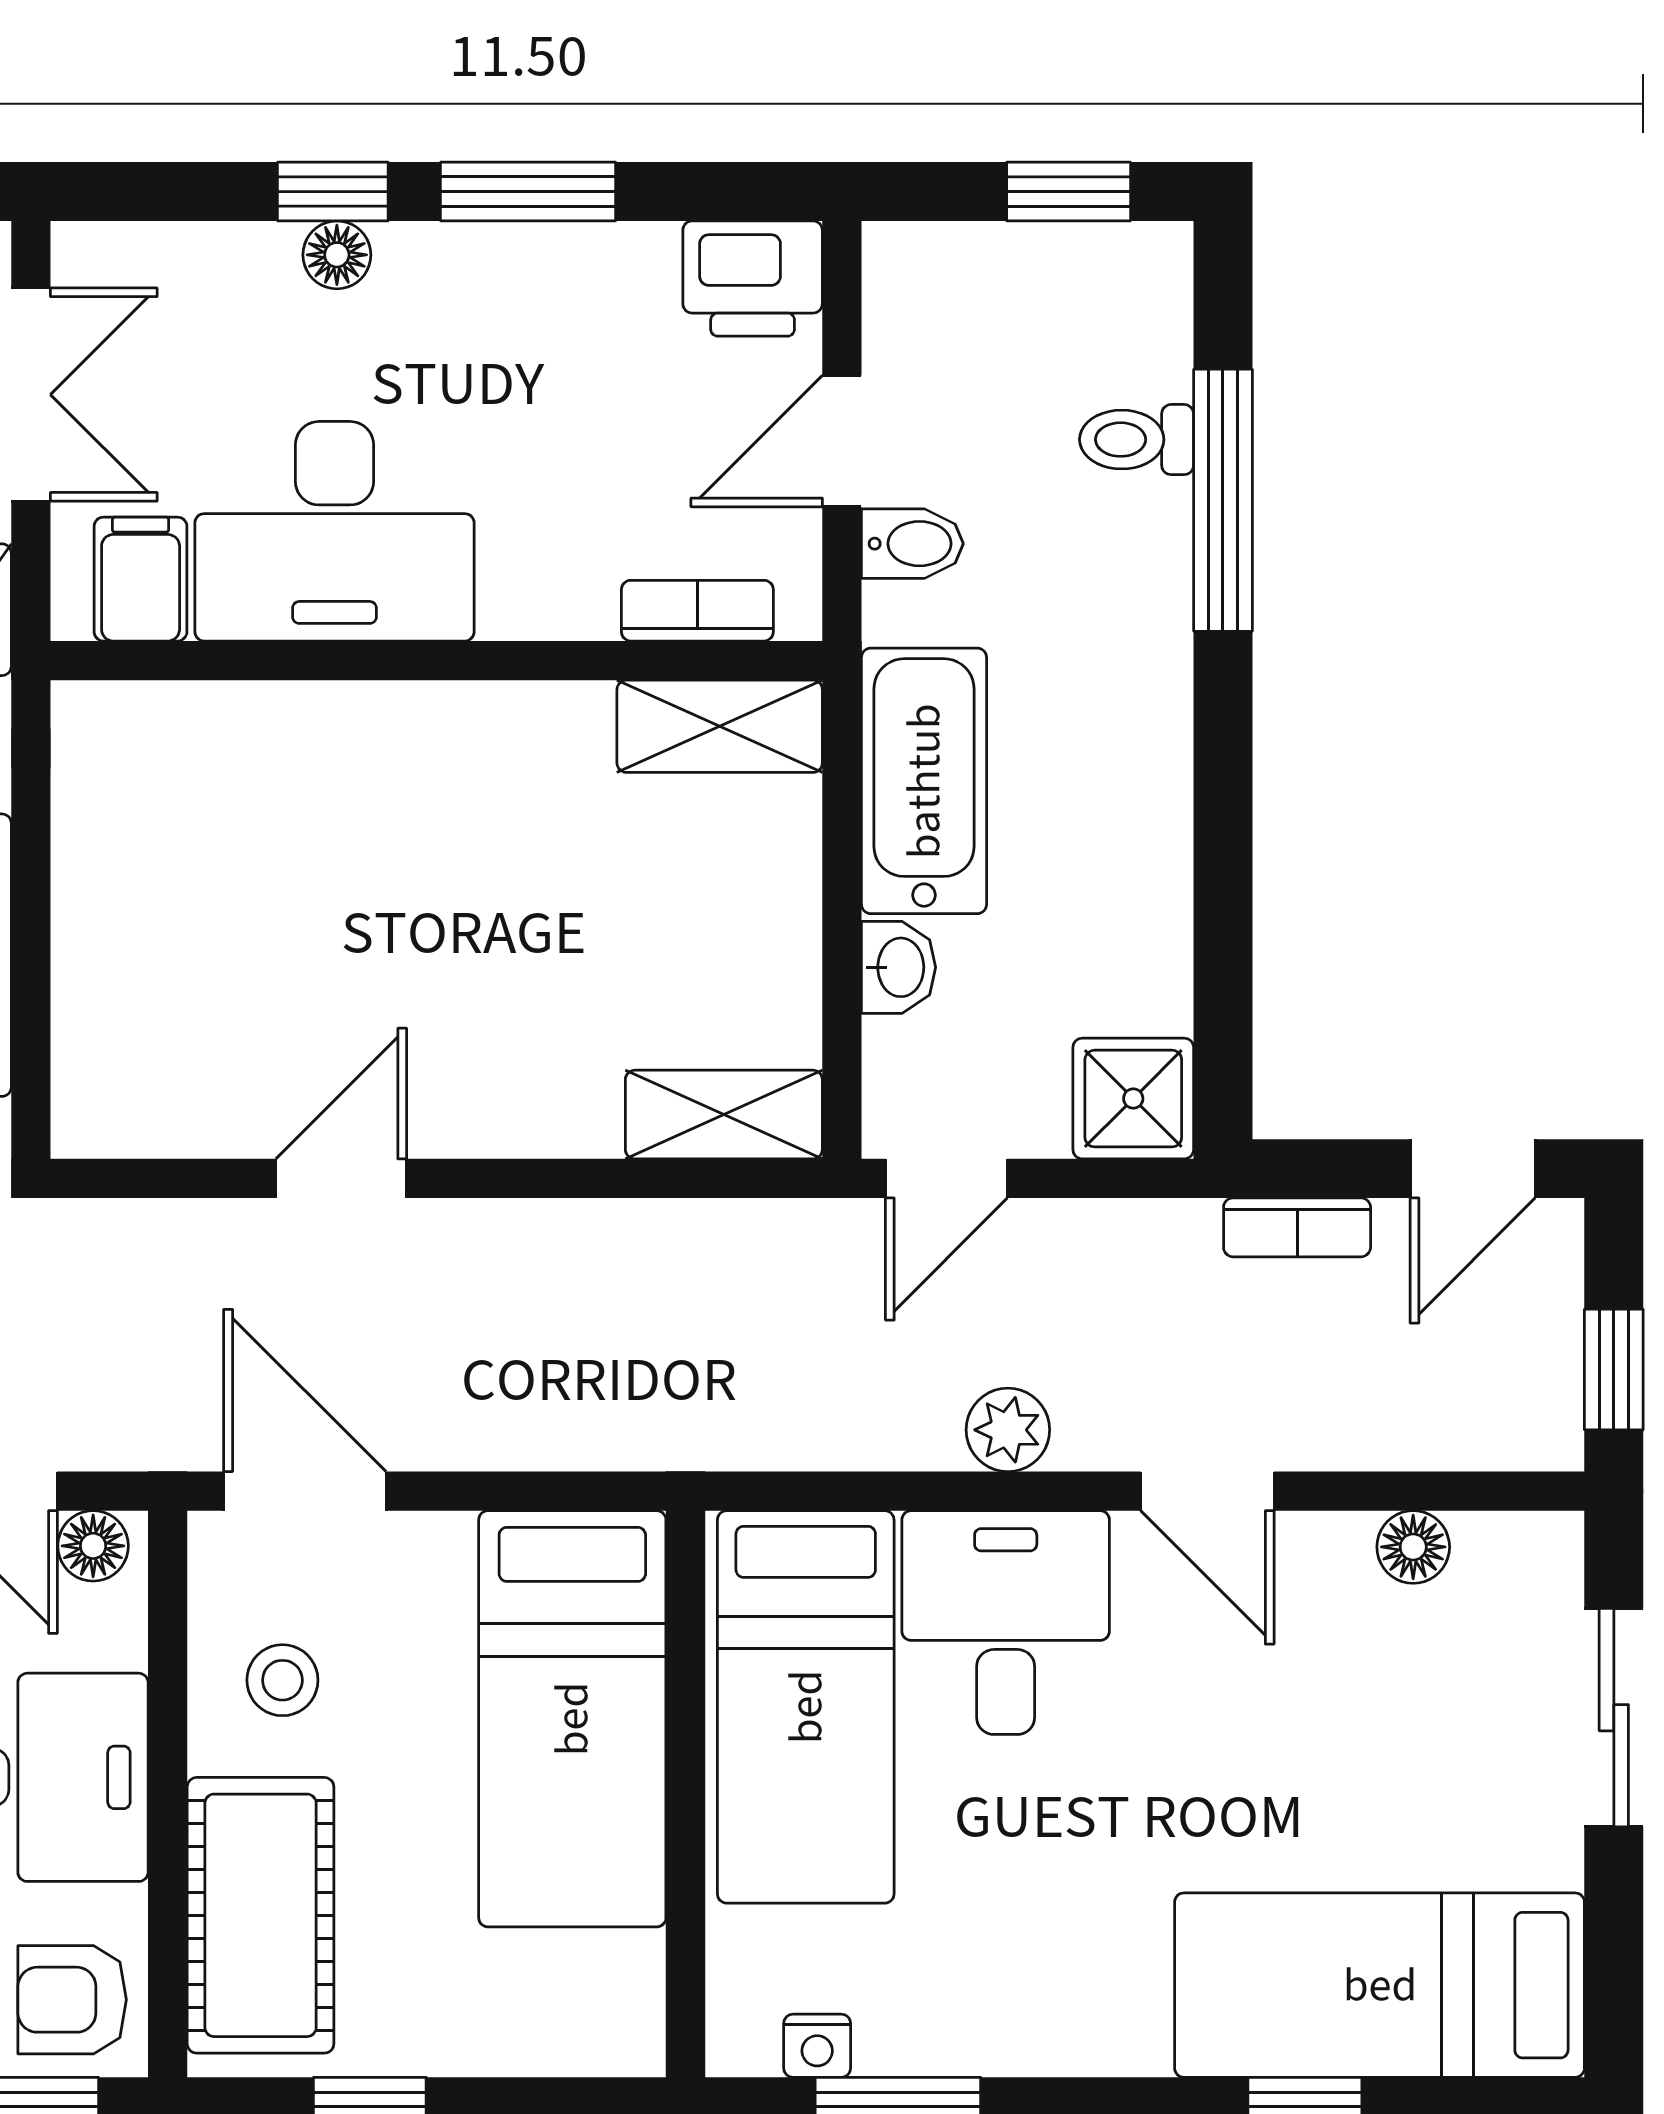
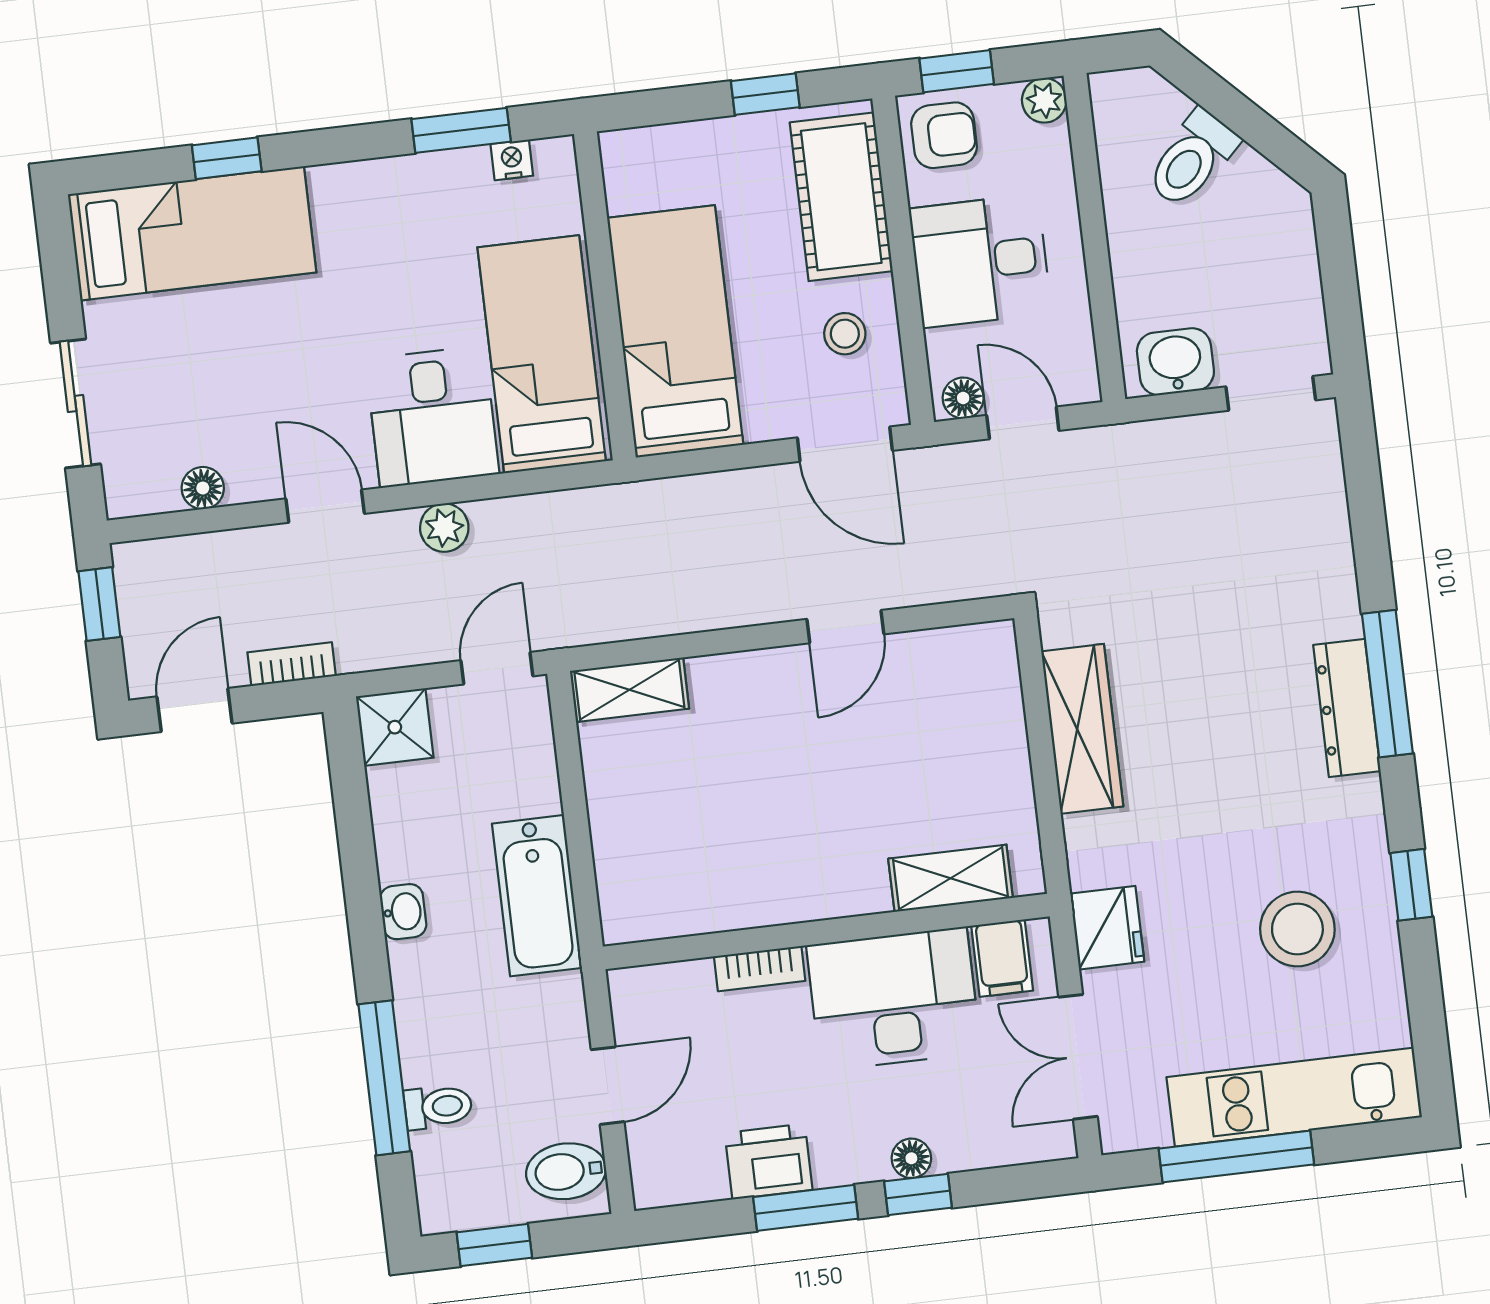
printer: (753, 279) -> (769, 1161), moved
bidet: (912, 544) -> (566, 1171), moved, width x1.38, depth x1.36
bookcase: (697, 611) -> (760, 969), moved
shelving: (720, 726) -> (951, 878), moved
washbasin: (899, 967) -> (403, 912), moved, turned 180

